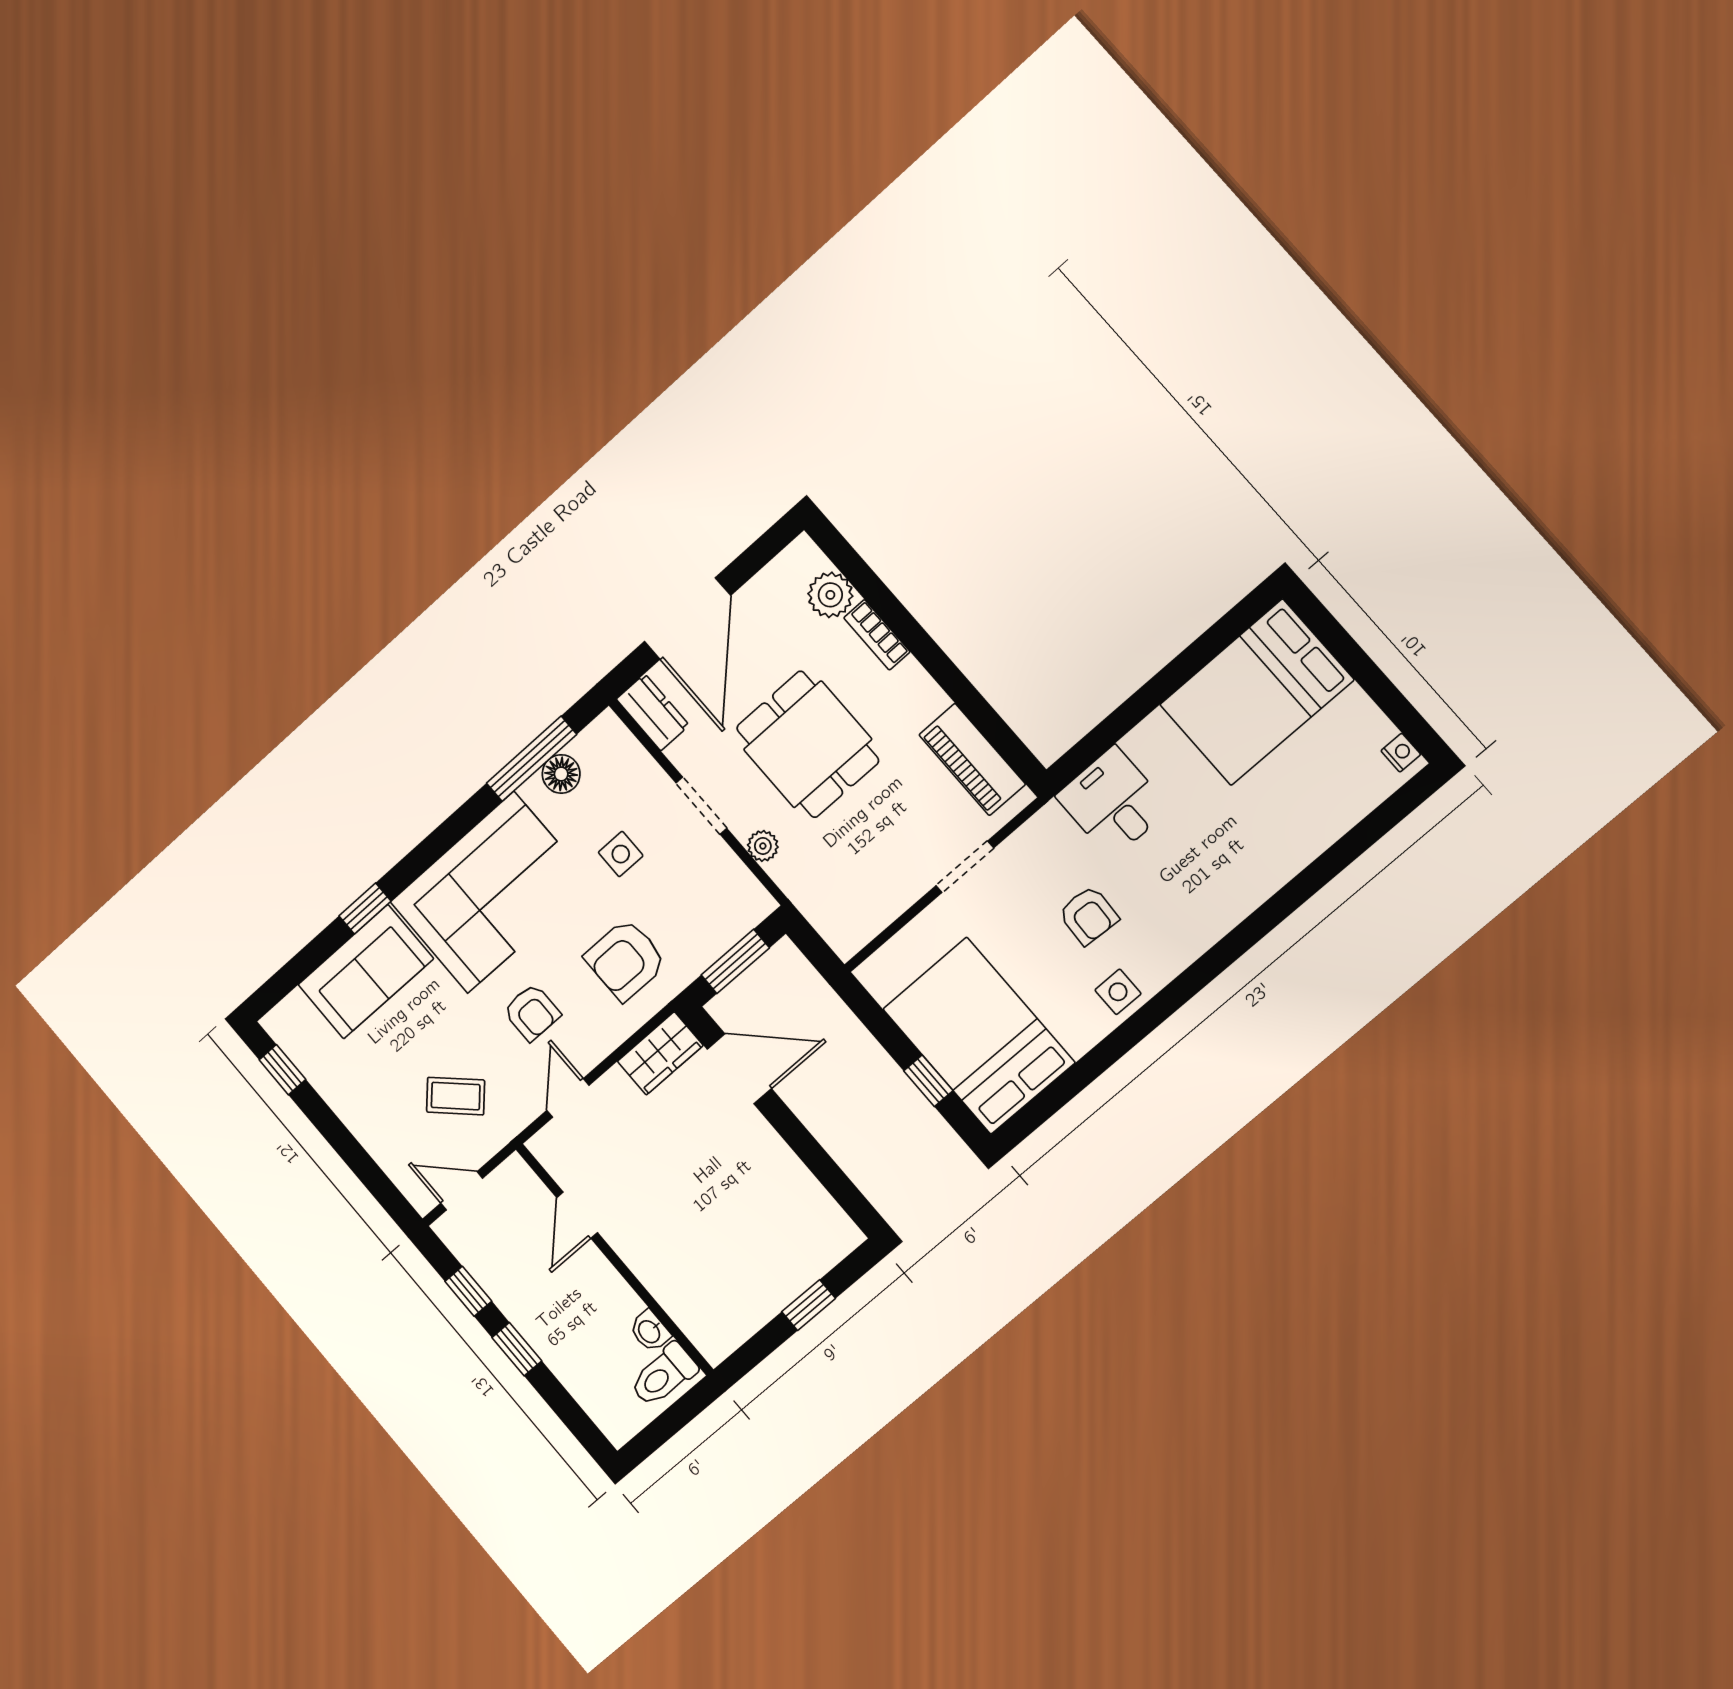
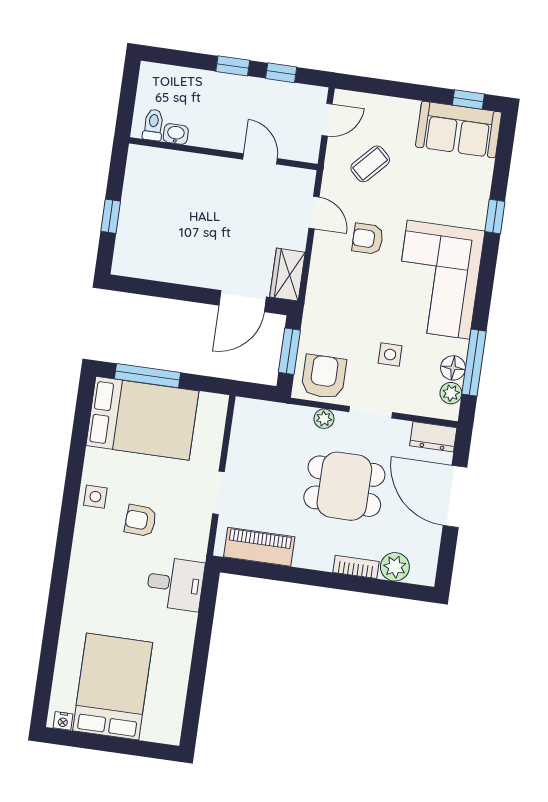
bed: (1257, 692) -> (113, 687), moved
plant: (589, 746) -> (451, 393), added
armchair: (626, 960) -> (324, 377), moved
sofa: (366, 972) -> (459, 129), moved, turned -90
window: (928, 1081) -> (147, 376), width x2.17
toilet: (663, 1375) -> (153, 125), width x0.73, depth x0.72

